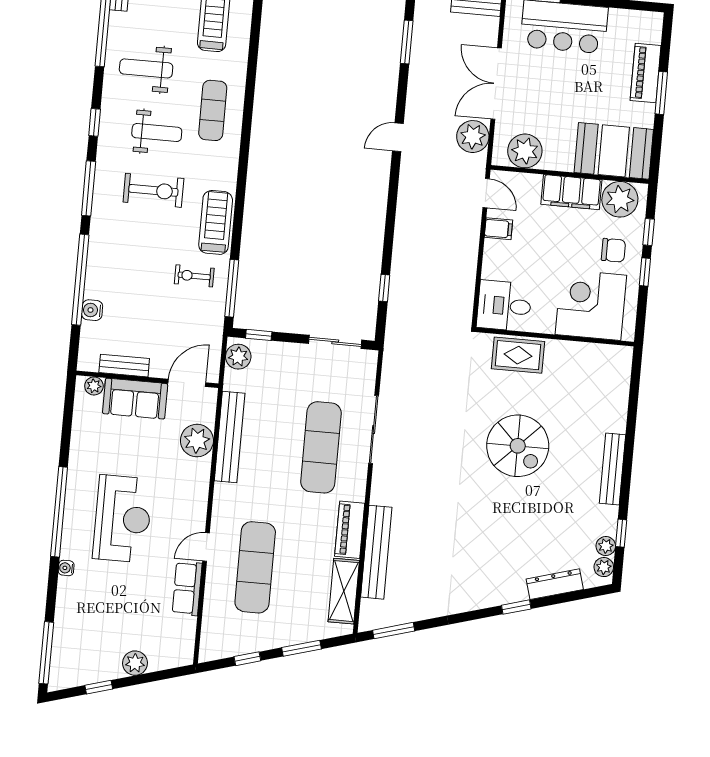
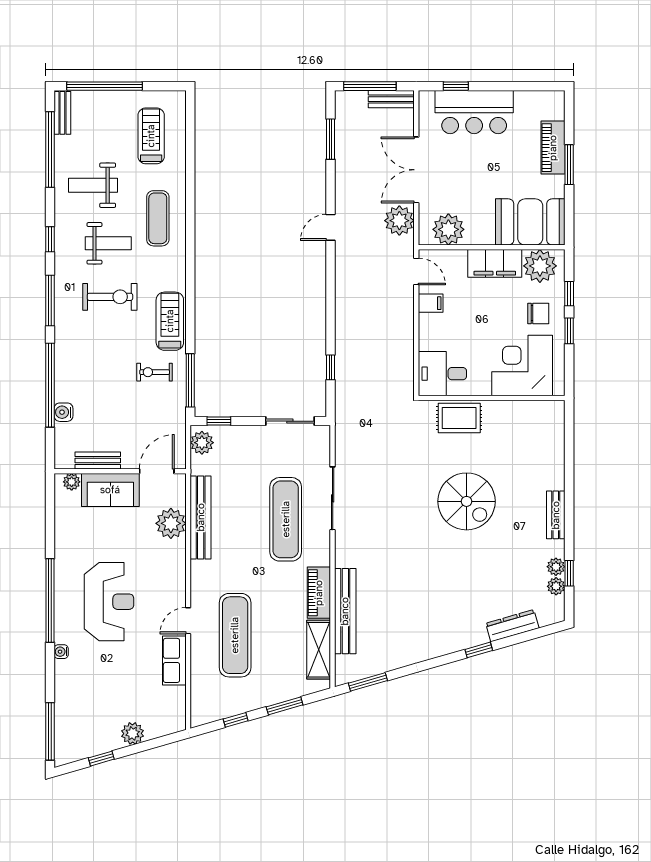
bench: (612, 469) -> (556, 515), width x0.73
plant: (604, 567) -> (556, 567), moved

